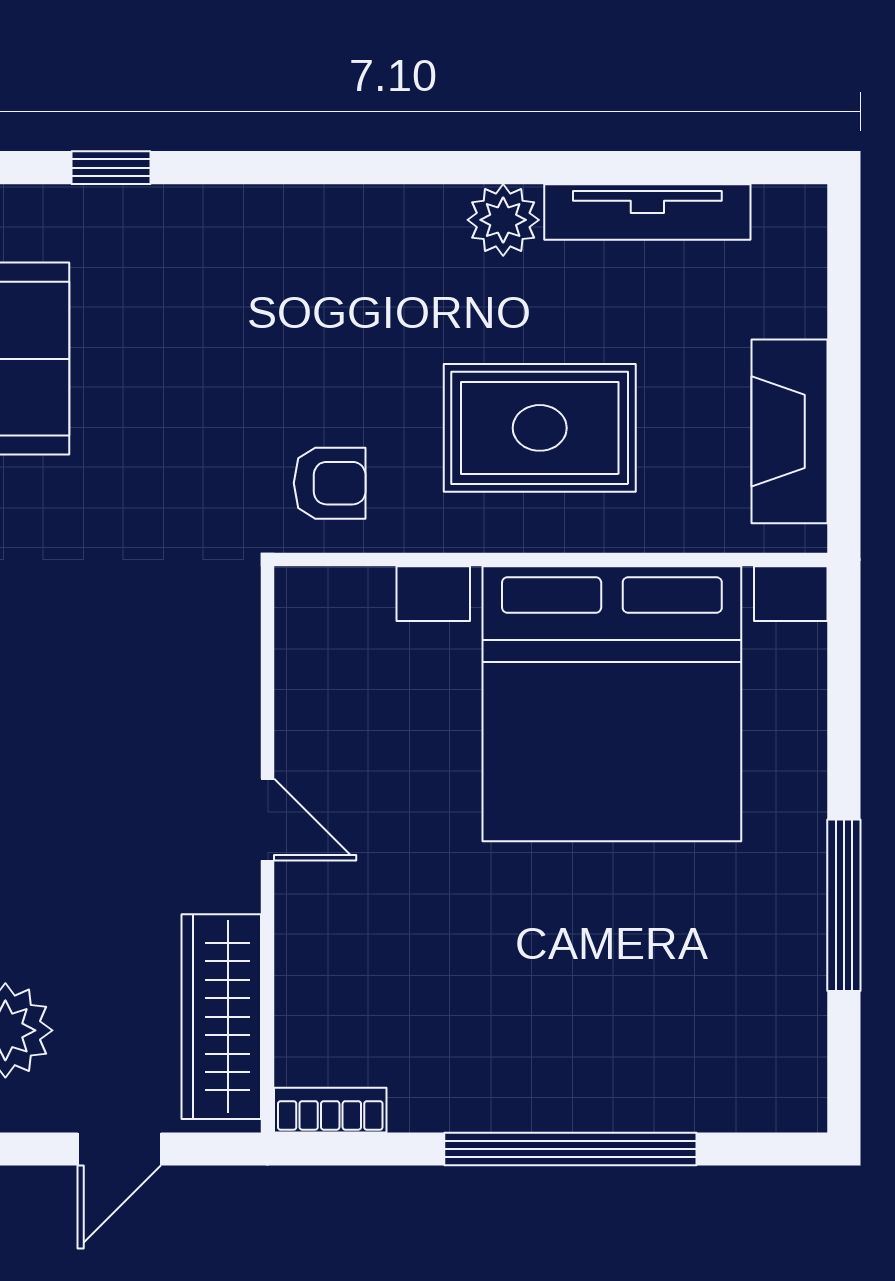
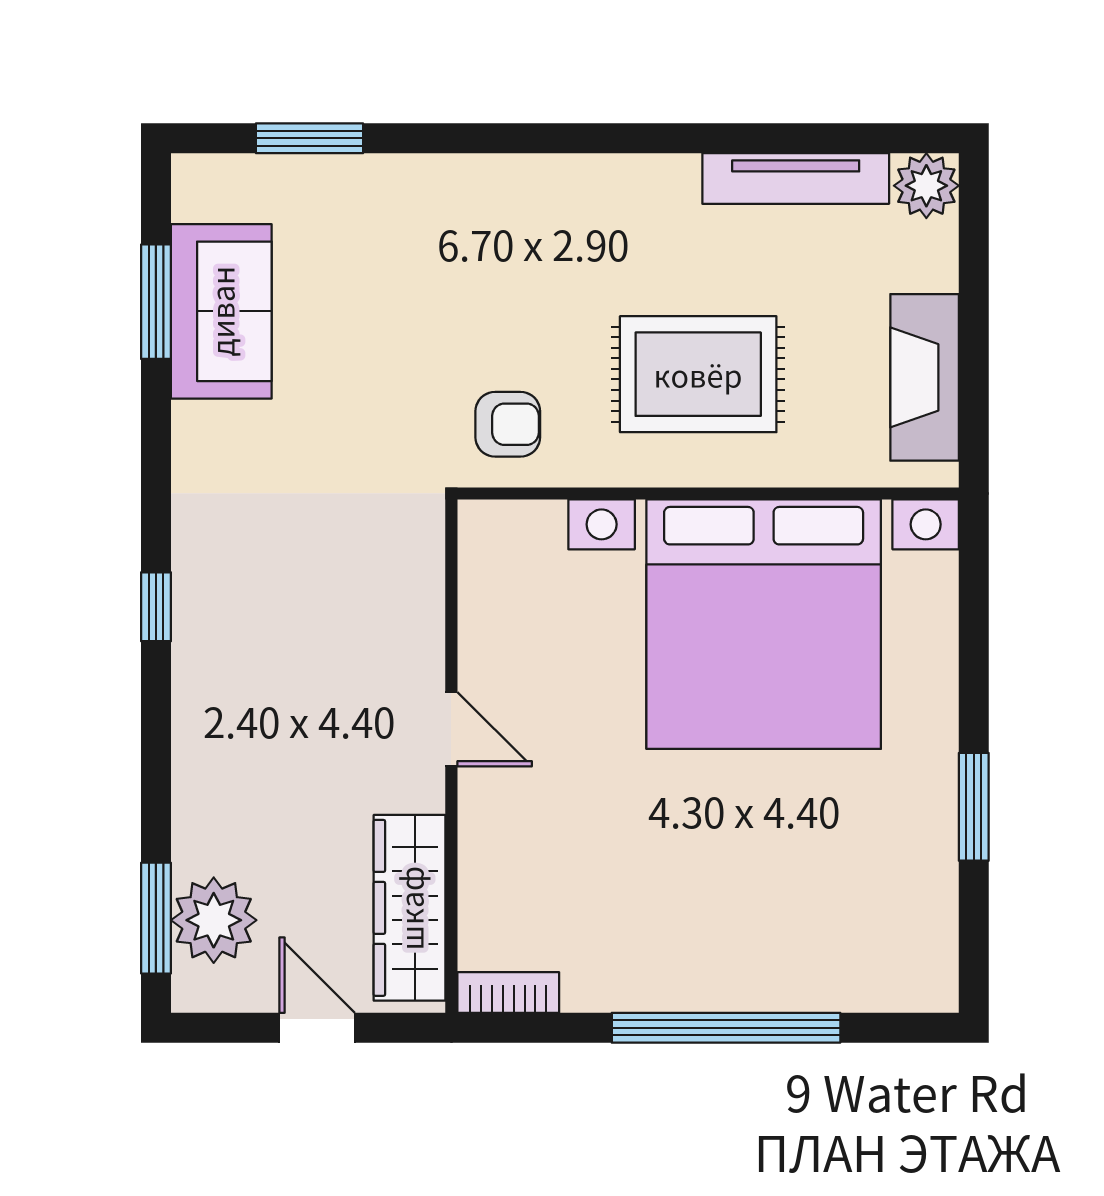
window: (111, 168) -> (310, 138), width x1.50
plant: (503, 220) -> (926, 186), moved
window: (844, 905) -> (974, 807), width x0.69
door: (119, 1149) -> (317, 1028), swing flipped

